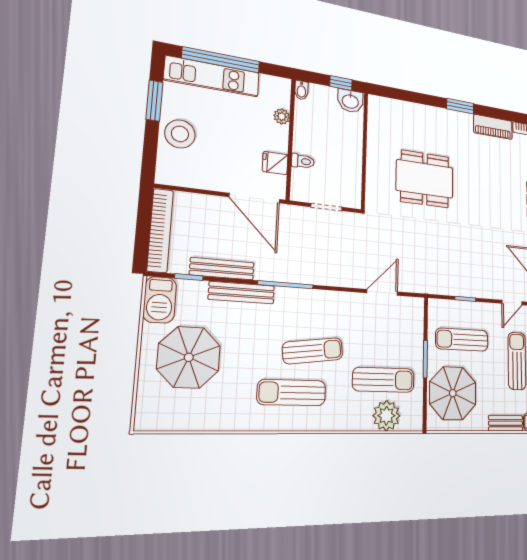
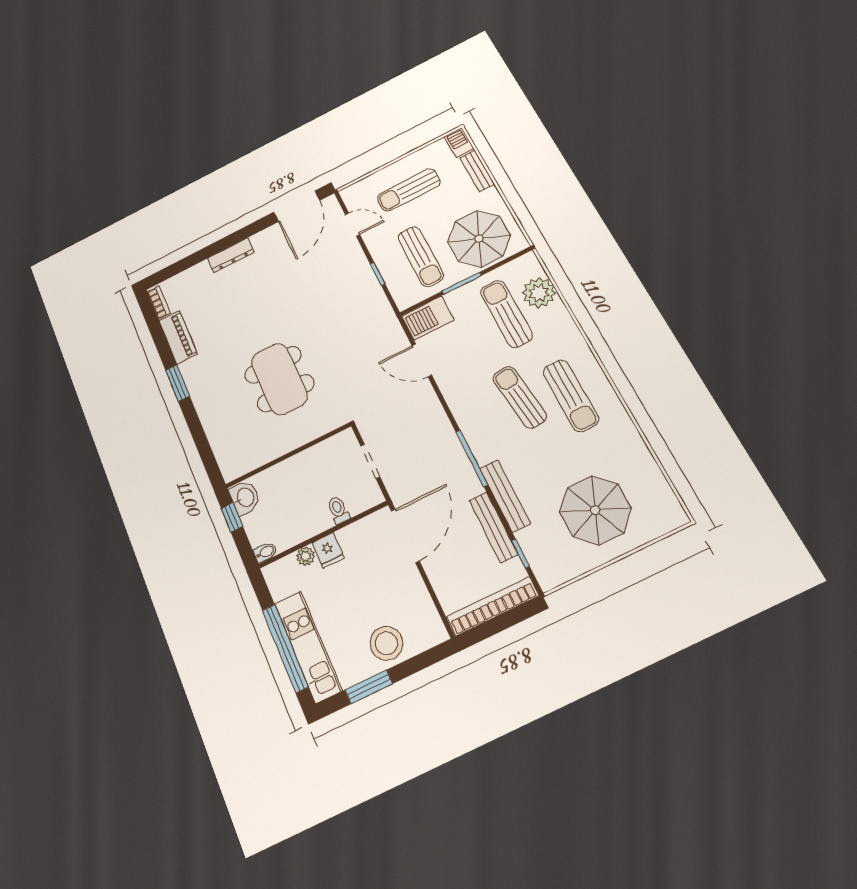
fridge: (275, 163) -> (328, 550), moved
barbecue: (160, 300) -> (428, 318), moved, turned 180

